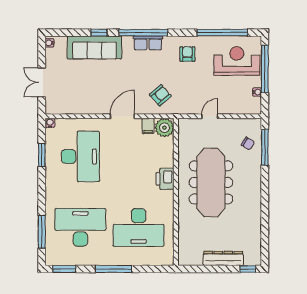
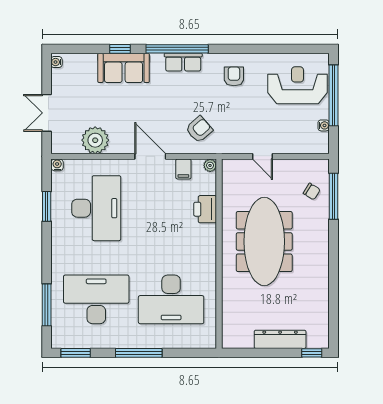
window: (222, 33) -> (279, 49), removed
sofa: (94, 47) -> (124, 68), width x0.73
plant: (80, 104) -> (95, 140), added
door: (122, 116) -> (150, 156), hinge flipped
door: (210, 116) -> (263, 156), swing flipped
plant: (164, 128) -> (210, 165), width x0.53, depth x0.53
printer: (165, 179) -> (205, 209), moved

